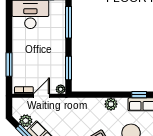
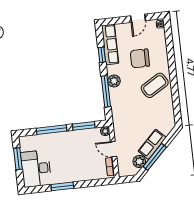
window: (68, 22) -> (52, 130), moved
window: (9, 65) -> (62, 186), moved
window: (101, 95) -> (106, 91), added

